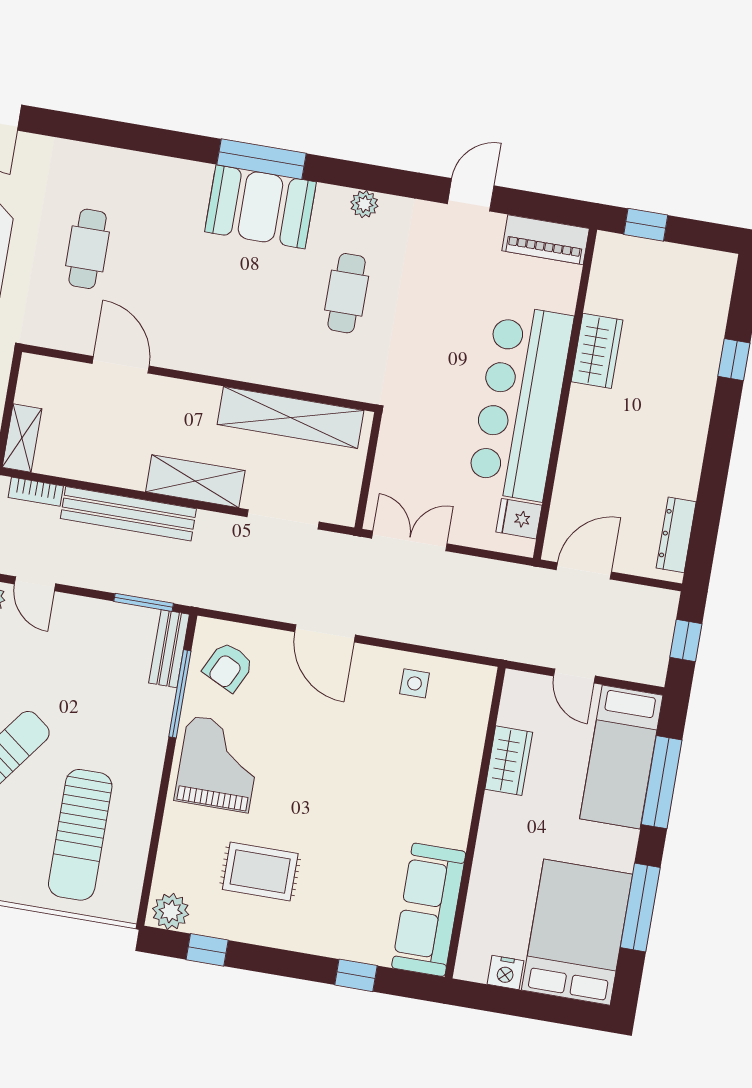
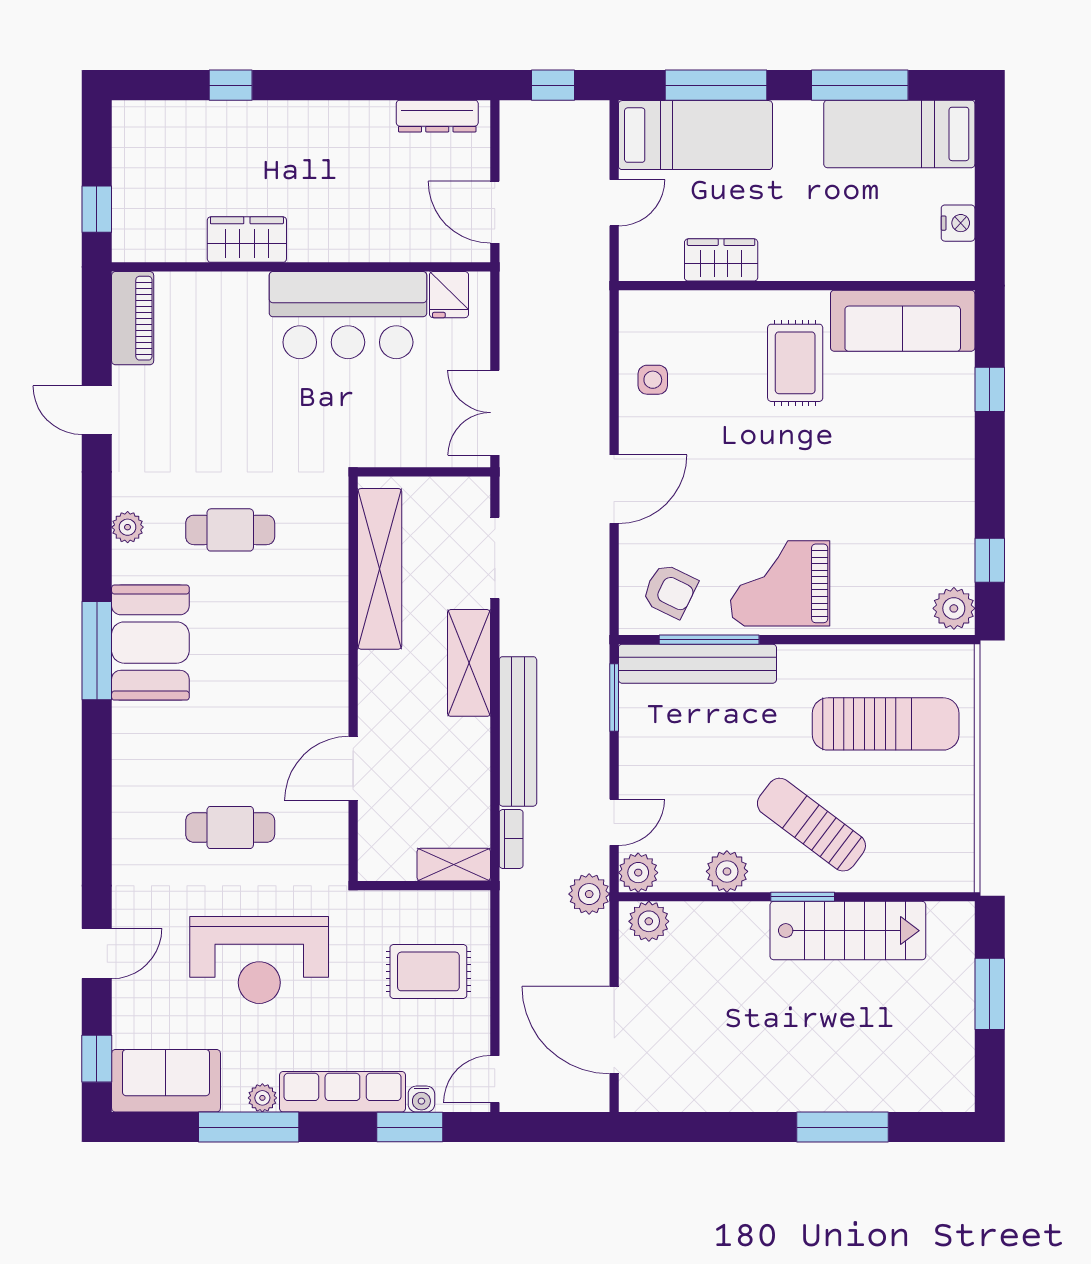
bar counter: (520, 403) -> (348, 315), width x0.73
bench: (169, 649) -> (697, 664), width x1.86, depth x1.21
rug: (260, 871) -> (795, 363), moved
bed: (577, 932) -> (899, 134), width x0.67

